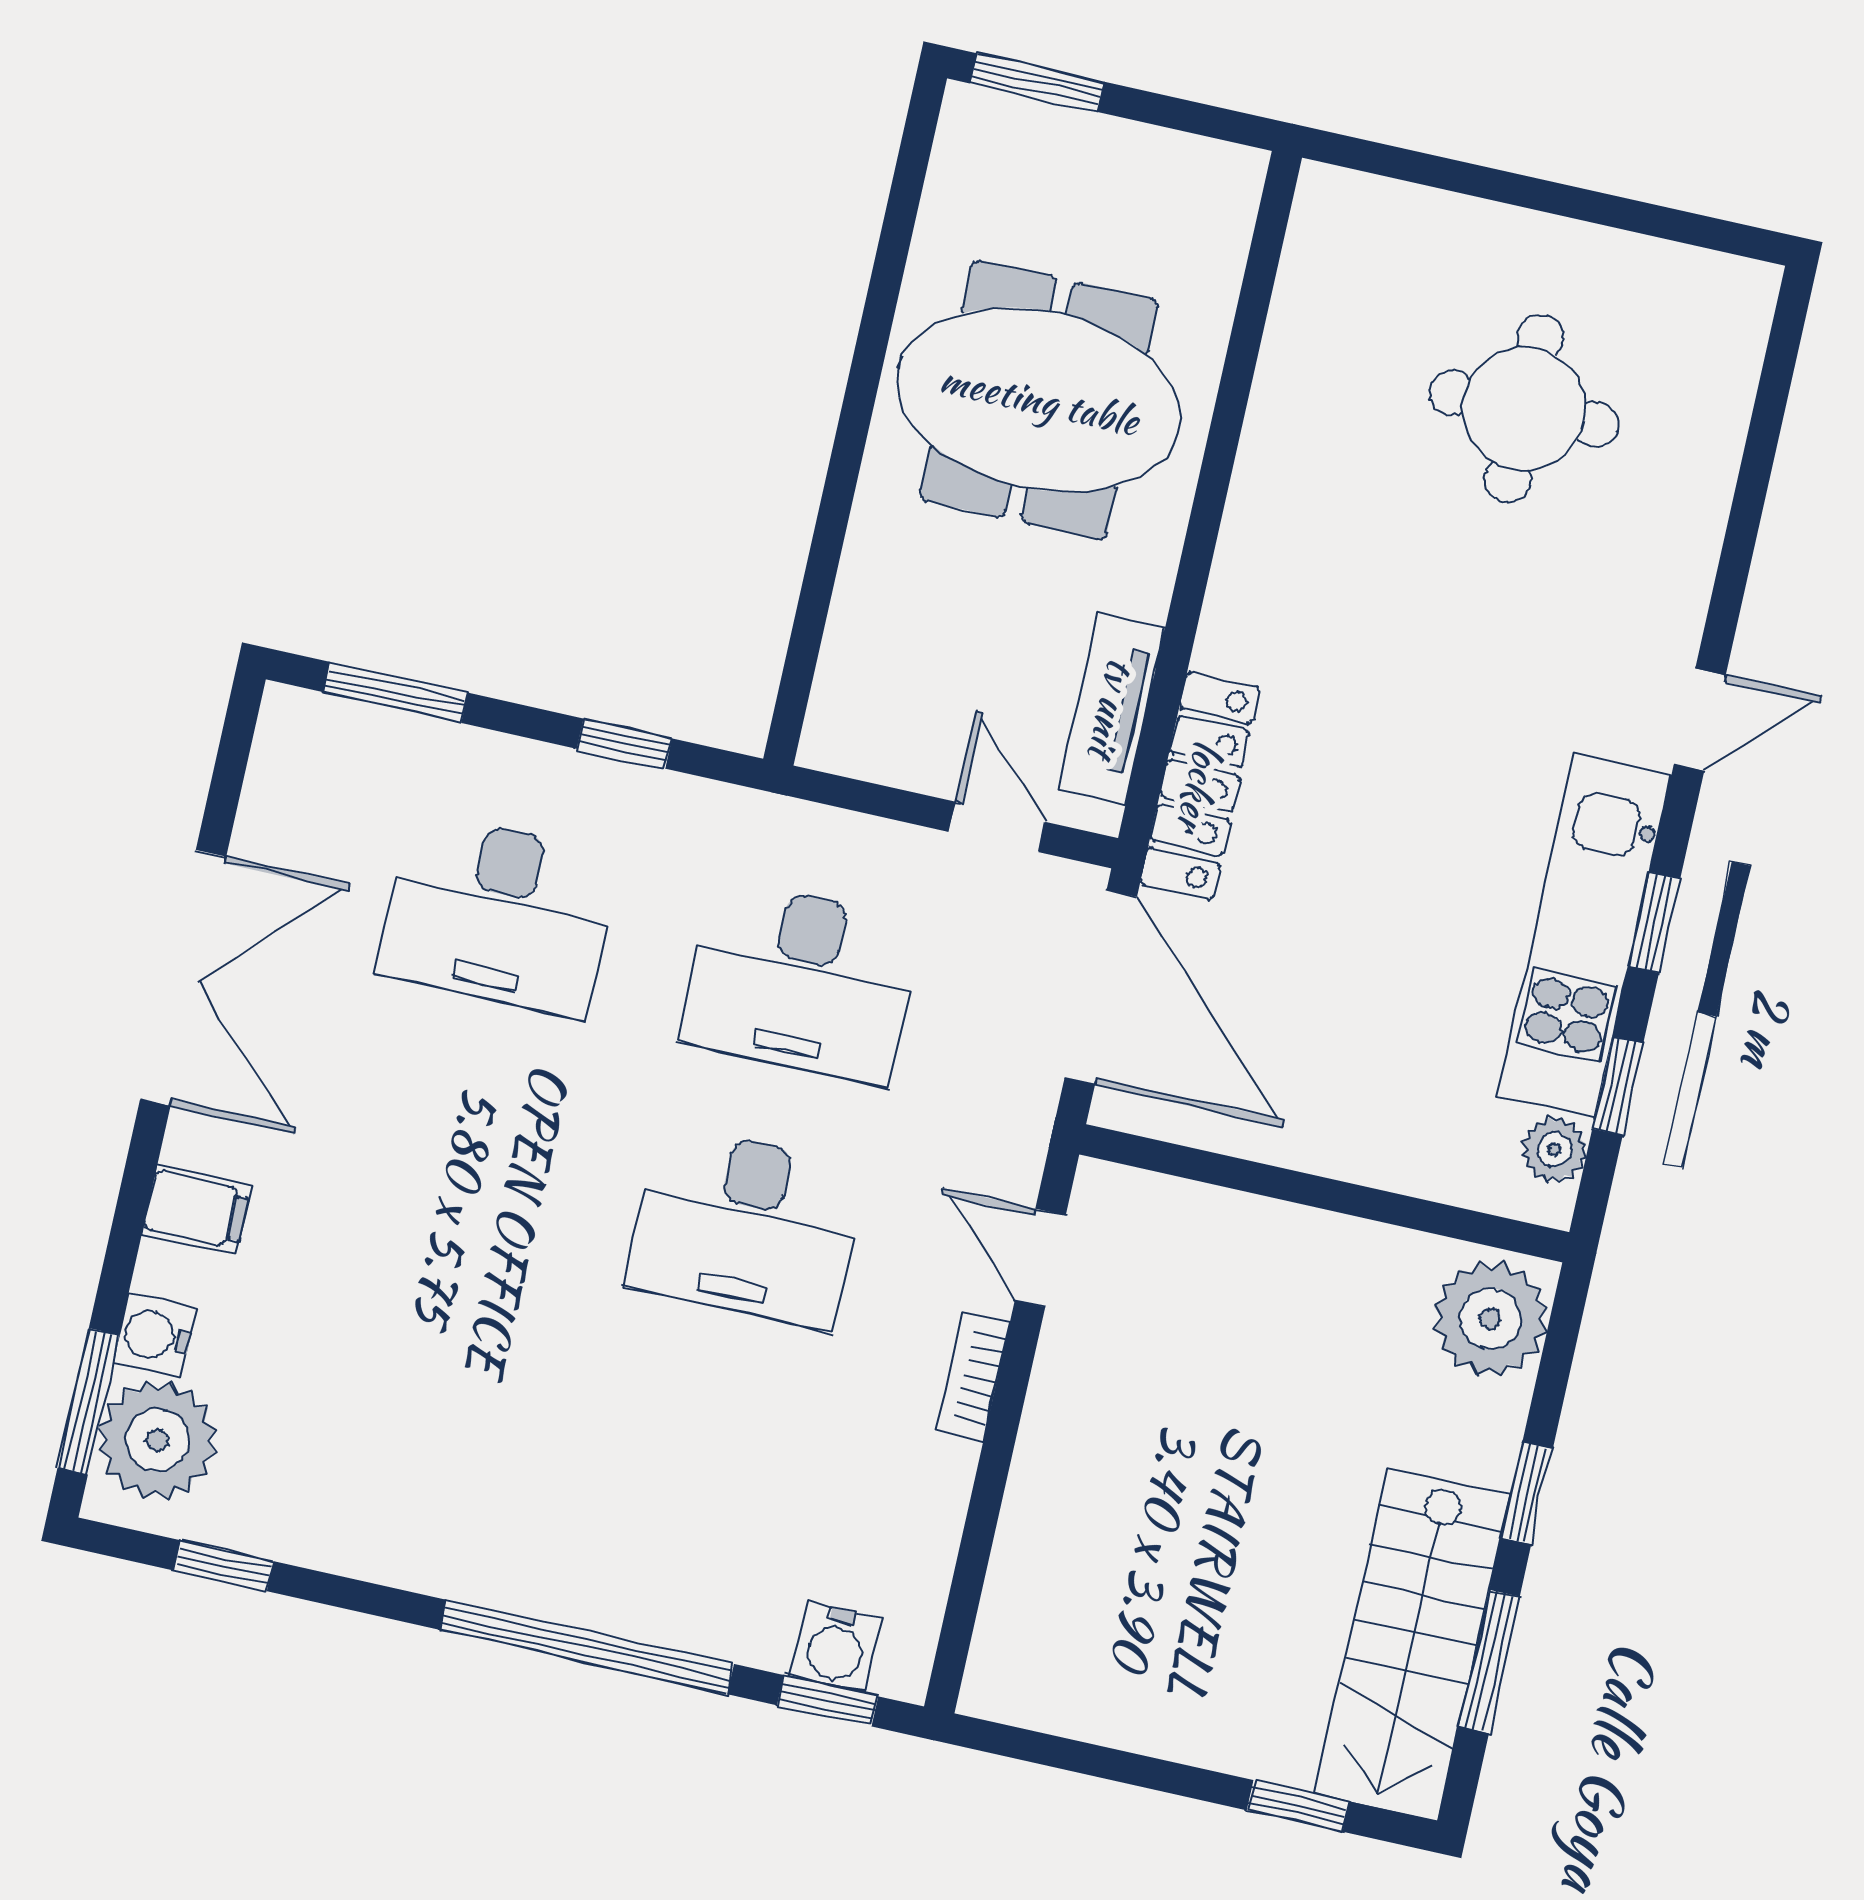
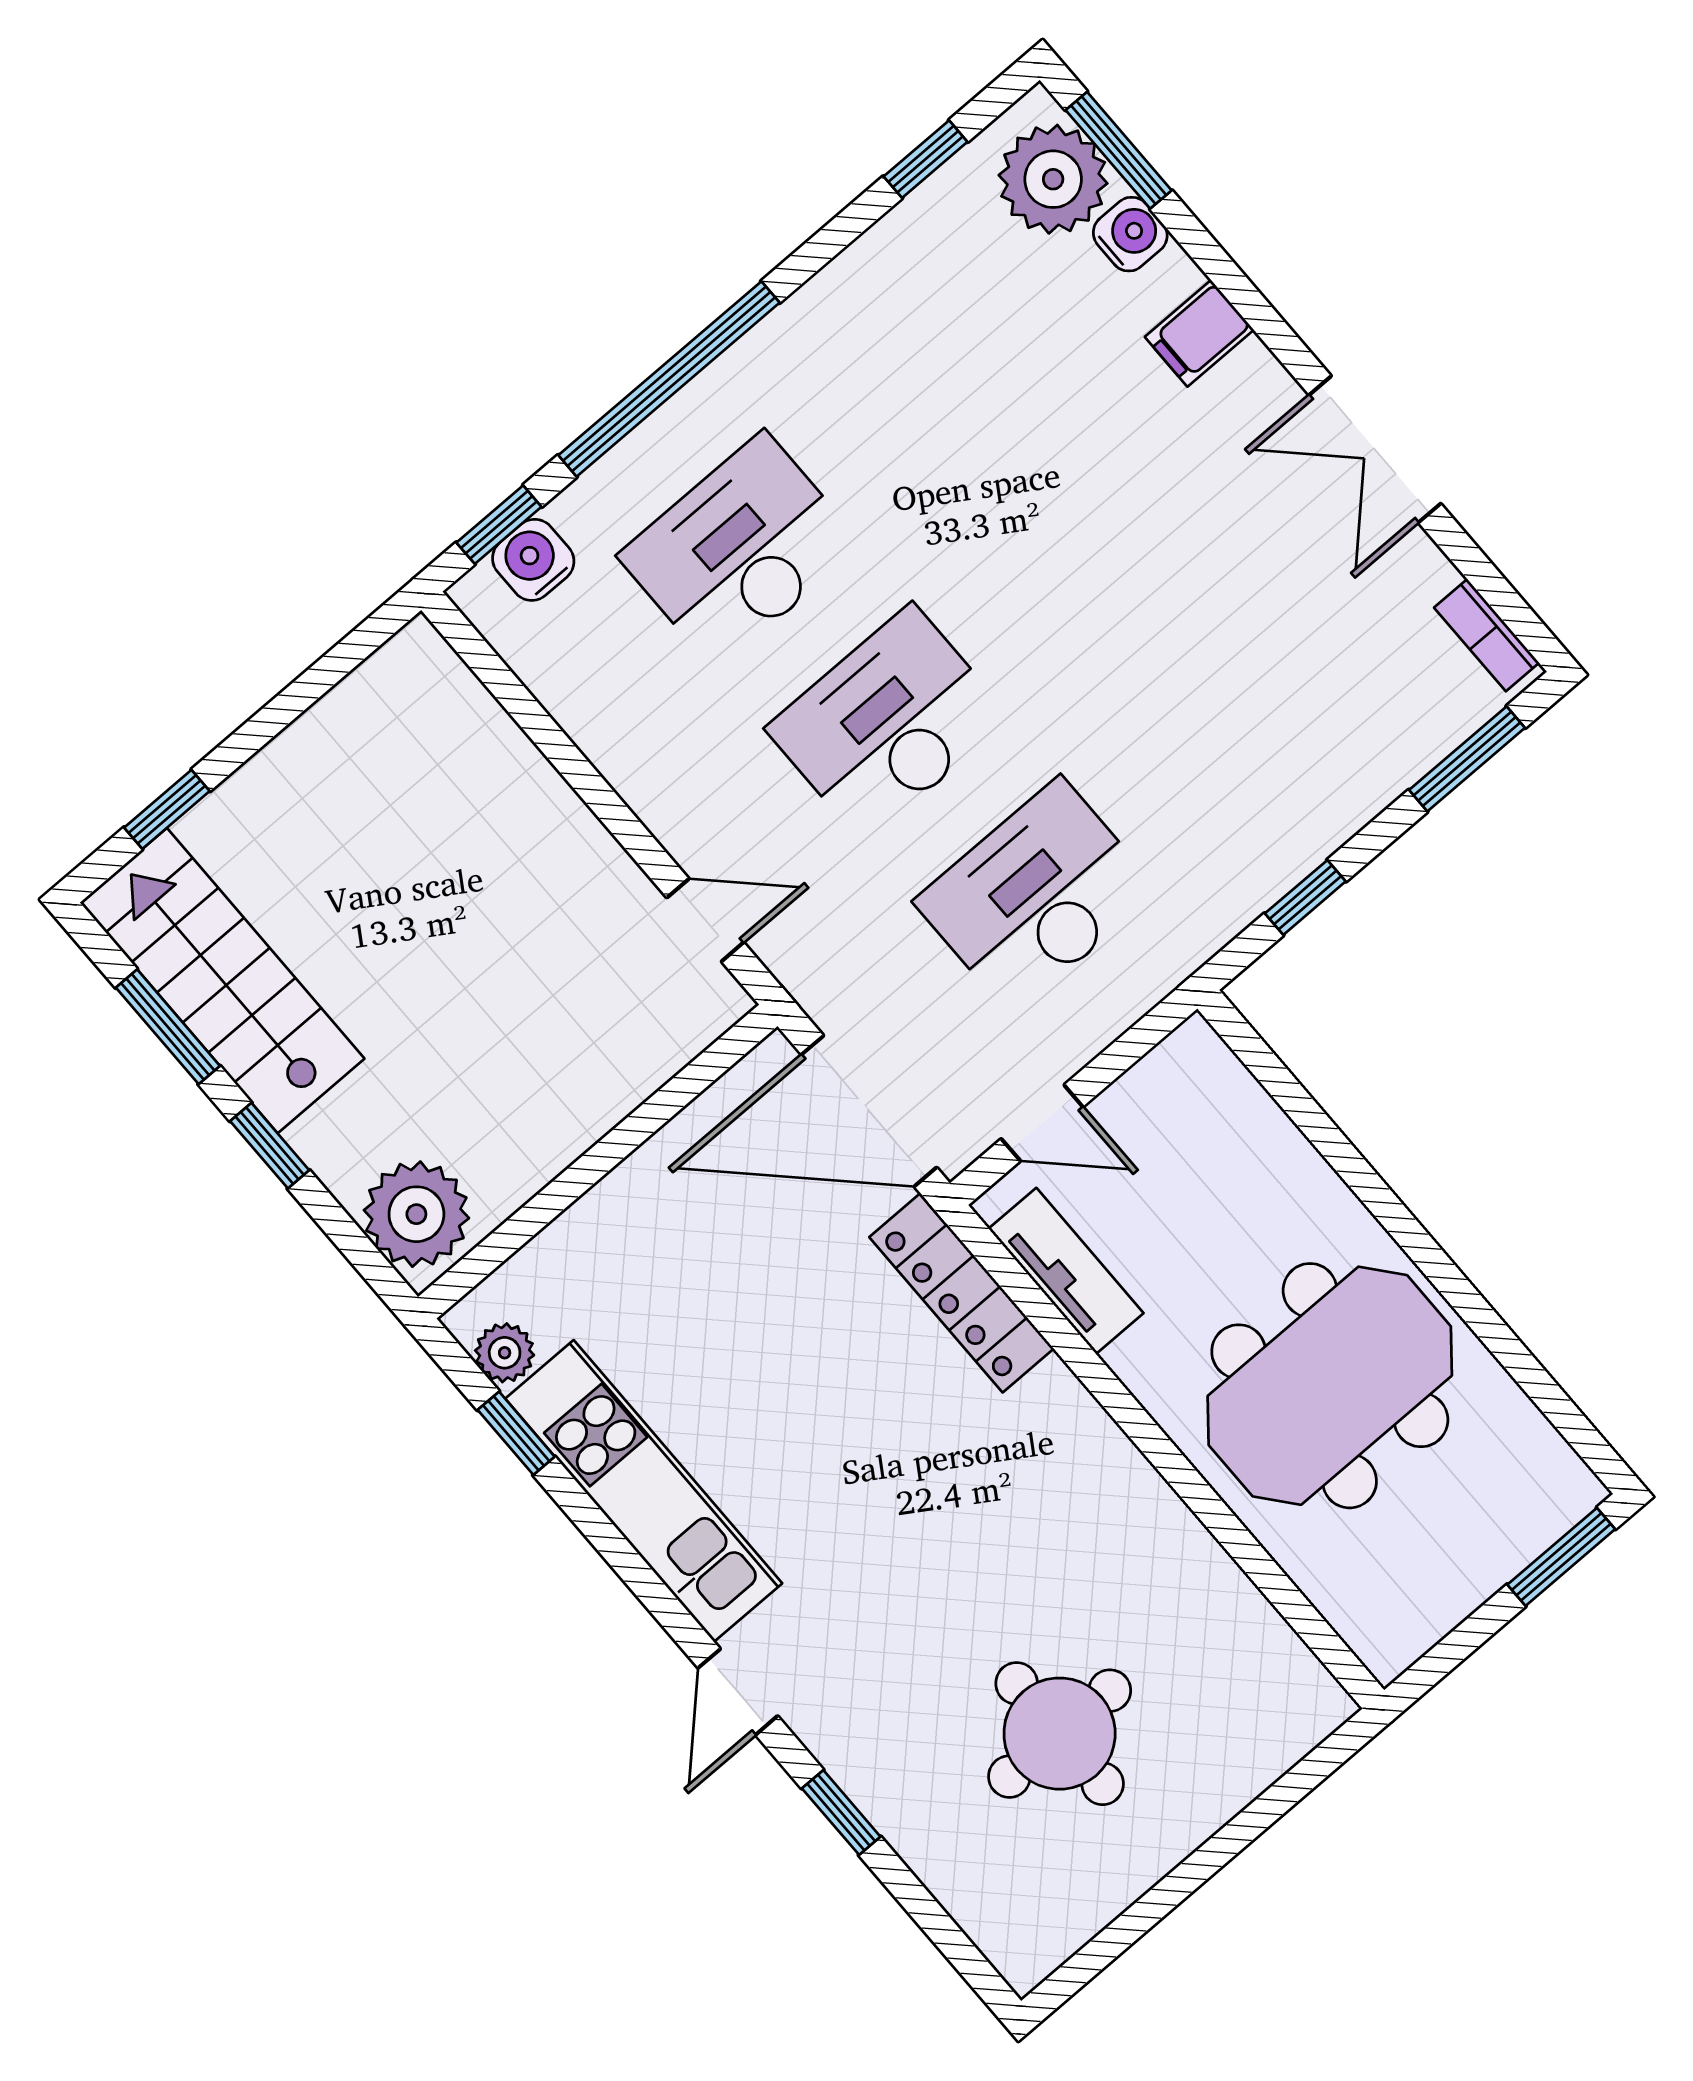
desk: (499, 914) -> (740, 550), moved
window: (1654, 922) -> (841, 1812), moved
double door: (183, 978) -> (1375, 449), width x0.73
bookcase: (973, 1376) -> (1487, 635), moved, turned 180

